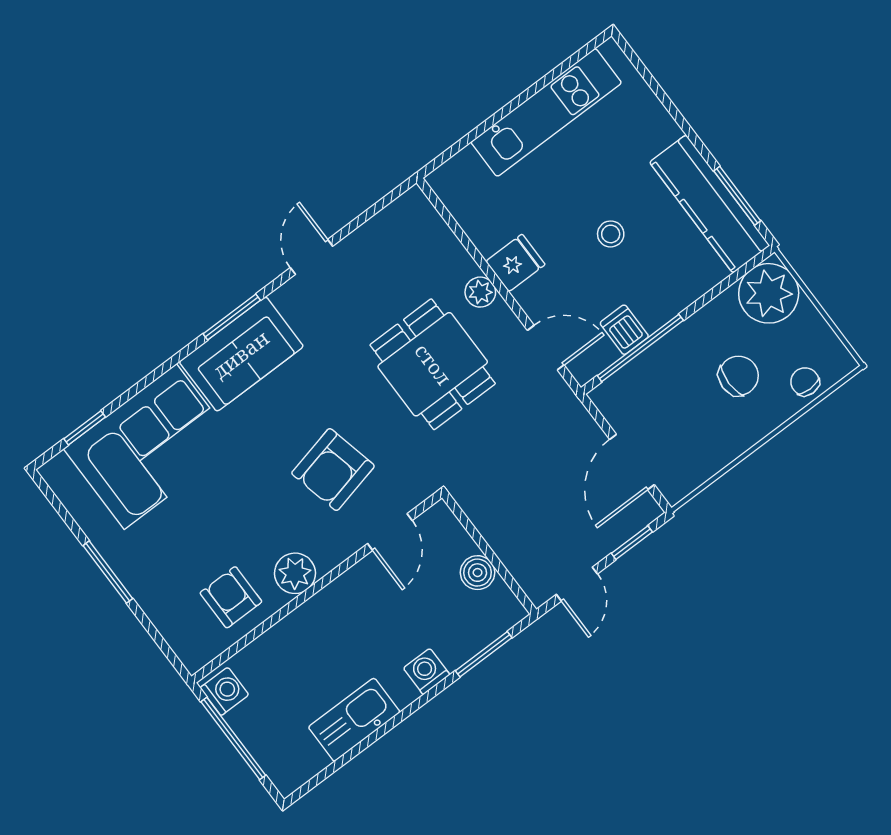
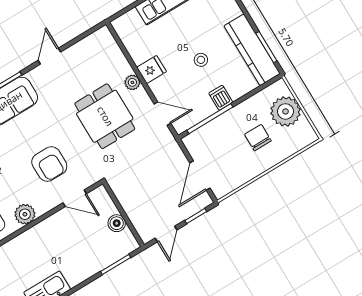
plant: (769, 293) -> (286, 111), moved
dishwasher: (624, 330) -> (221, 98), moved
chair: (739, 376) -> (258, 138), turned -90
chair: (805, 382) -> (291, 144), removed
armchair: (333, 470) -> (49, 164), turned -77
door: (390, 532) -> (75, 198), hinge flipped
washing machine: (427, 671) -> (86, 270), removed

